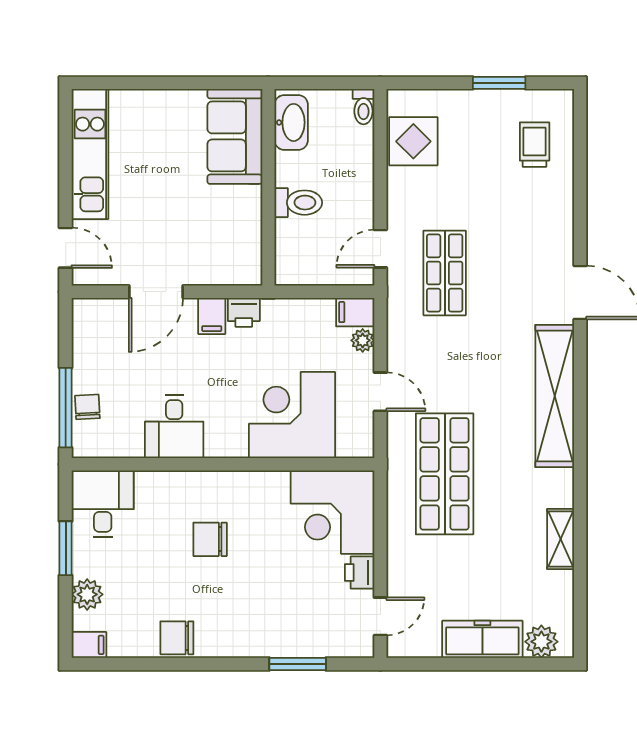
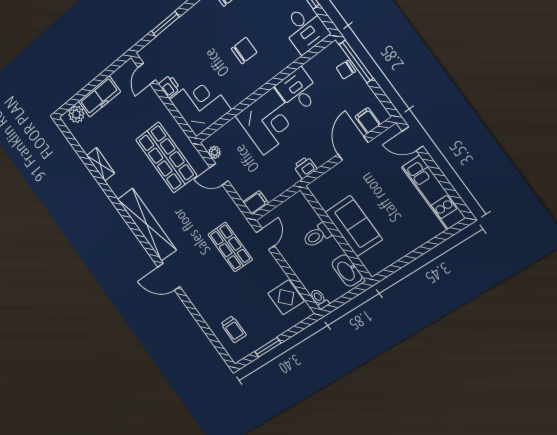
sofa: (235, 136) -> (354, 226), moved
filing cabinet: (212, 316) -> (368, 121), moved
plant: (363, 340) -> (215, 152), moved
chair: (87, 407) -> (346, 70), turned 97
corner desk: (292, 415) -> (268, 121), moved

